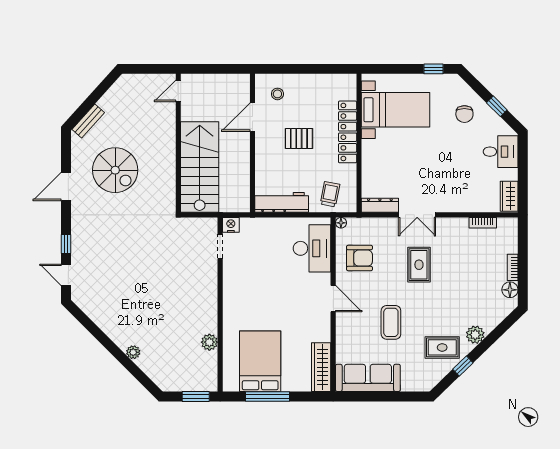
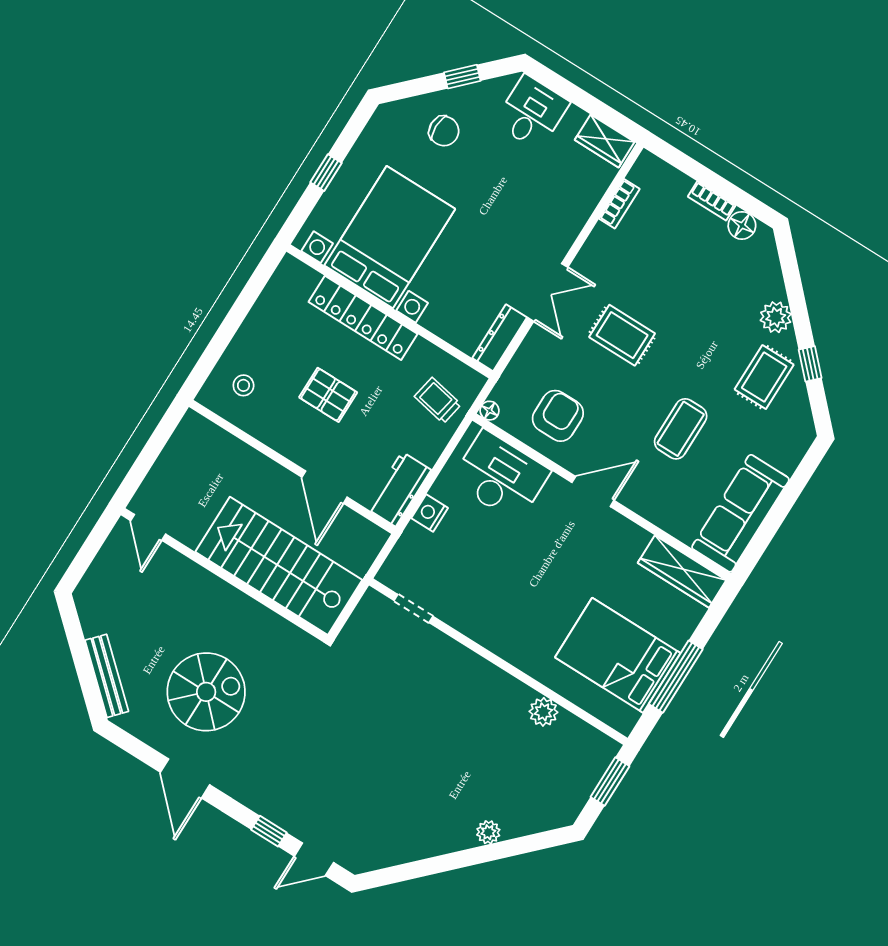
window: (434, 69) -> (326, 173), moved
bed with nightstands: (395, 110) -> (390, 237), width x1.36
door: (252, 117) -> (325, 487), moved
bench: (88, 121) -> (107, 676), width x1.36
pallet: (299, 138) -> (328, 395), turned 90
workbench: (282, 202) -> (399, 489), width x0.73
nightstand: (231, 225) -> (430, 513), moved
coffee table: (391, 322) -> (681, 429), turned 90

